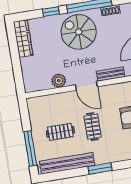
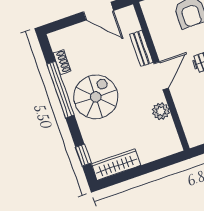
window: (51, 12) -> (83, 155), moved
spiral stairs: (79, 32) -> (96, 97), turned 180

